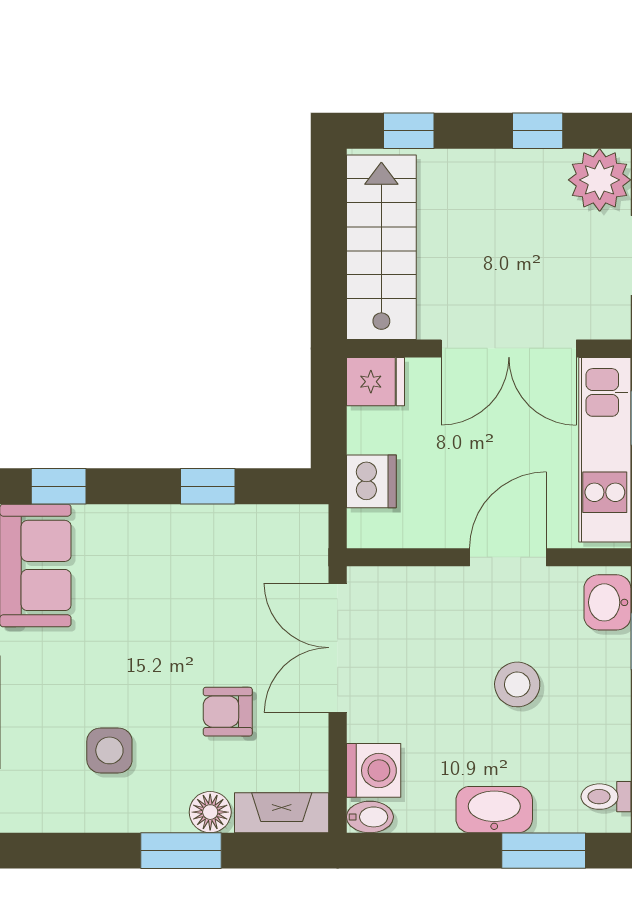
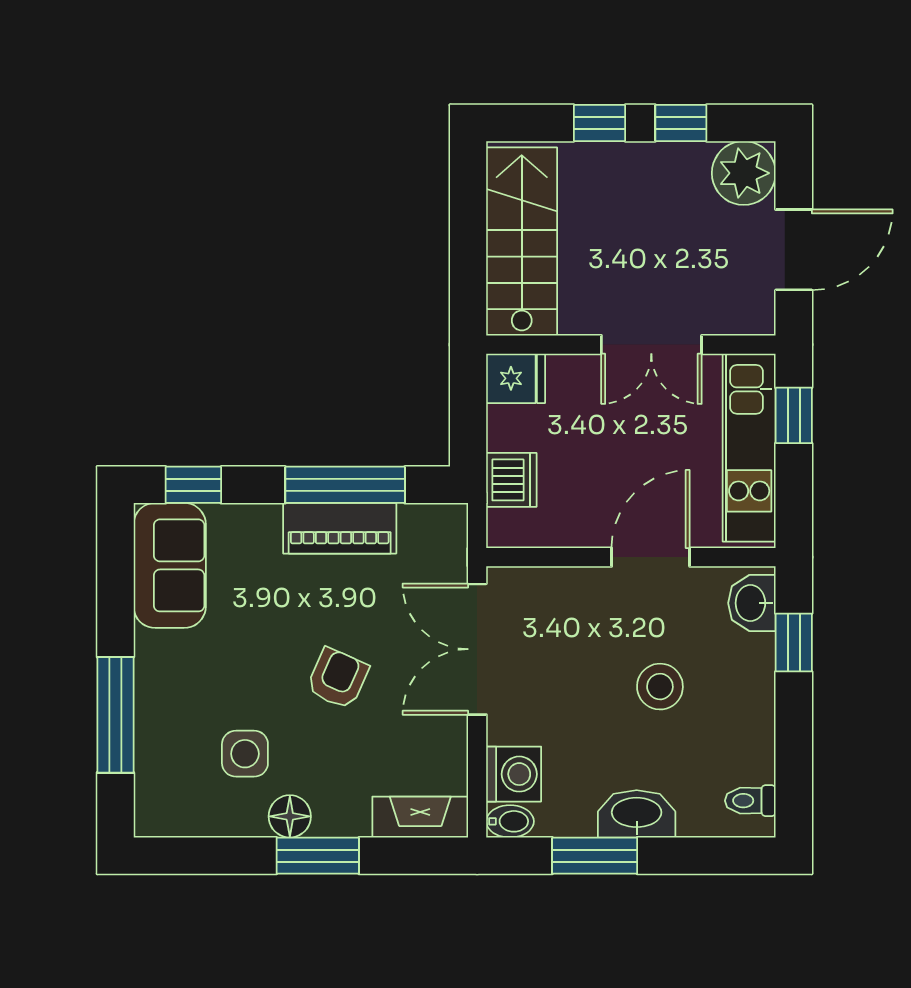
window: (409, 131) -> (600, 123), moved
double door: (509, 348) -> (651, 345), width x0.73
window: (208, 486) -> (345, 485), width x2.17
piano: (202, 529) -> (340, 528), added
armchair: (228, 712) -> (338, 678), moved, turned 114
floor lamp: (210, 812) -> (290, 816), moved
window: (544, 851) -> (595, 856), moved

